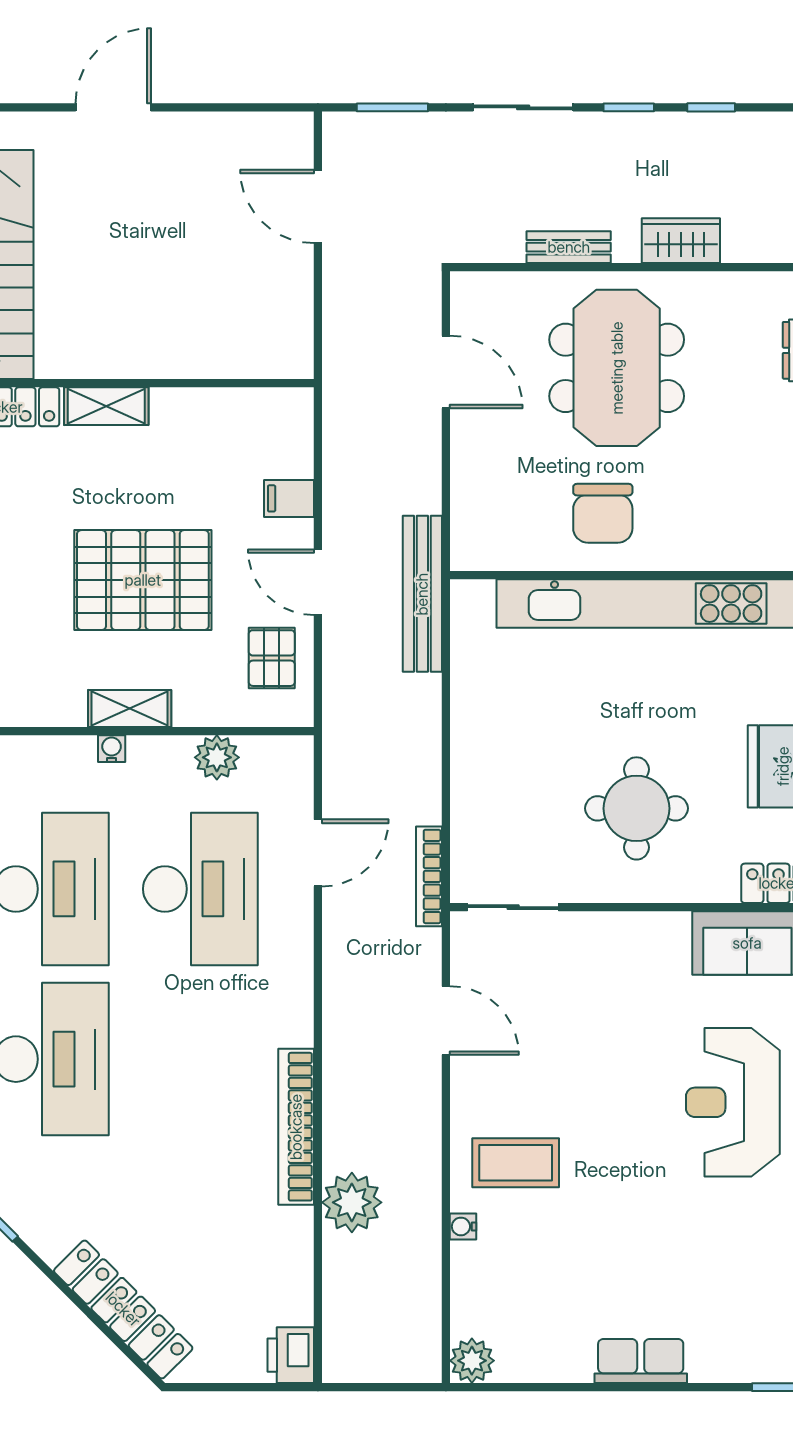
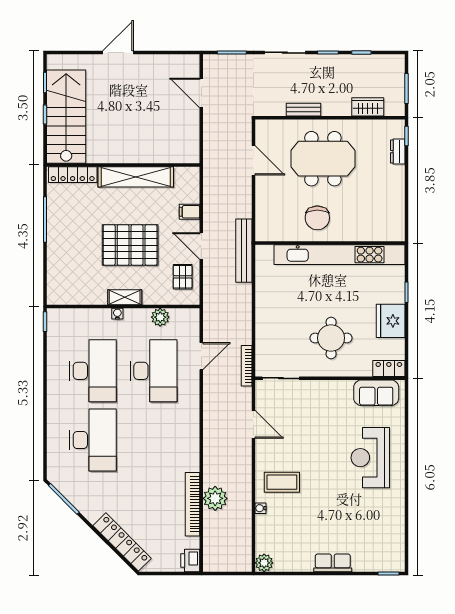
wardrobe: (681, 241) -> (368, 107), moved
meeting table: (617, 368) -> (323, 159), turned 90
shelving: (106, 406) -> (136, 177), width x2.20, depth x1.33
bookcase: (296, 1127) -> (192, 504), moved

